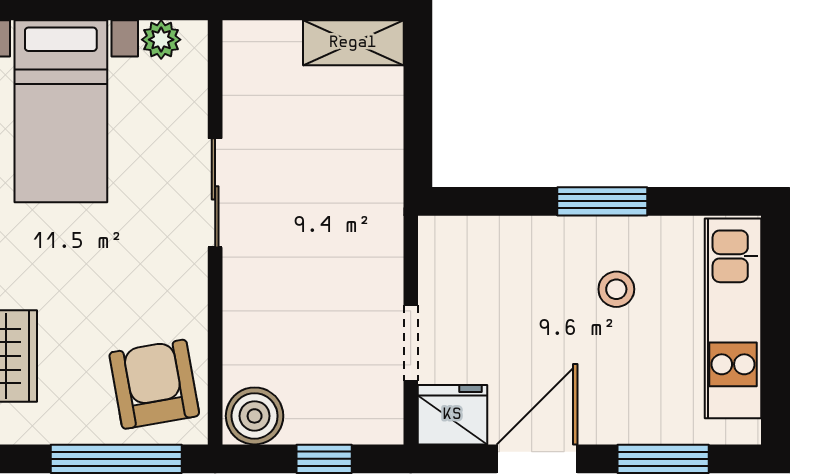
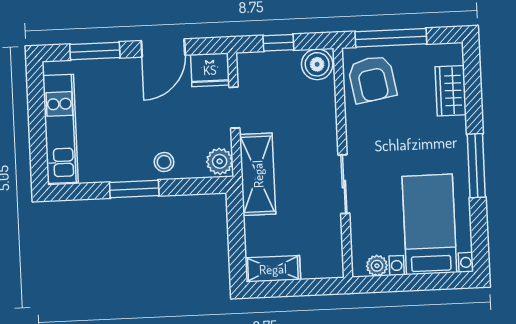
shelving: (373, 218) -> (258, 174), added
plant: (442, 245) -> (220, 161), added
stool: (616, 289) -> (164, 162), moved

